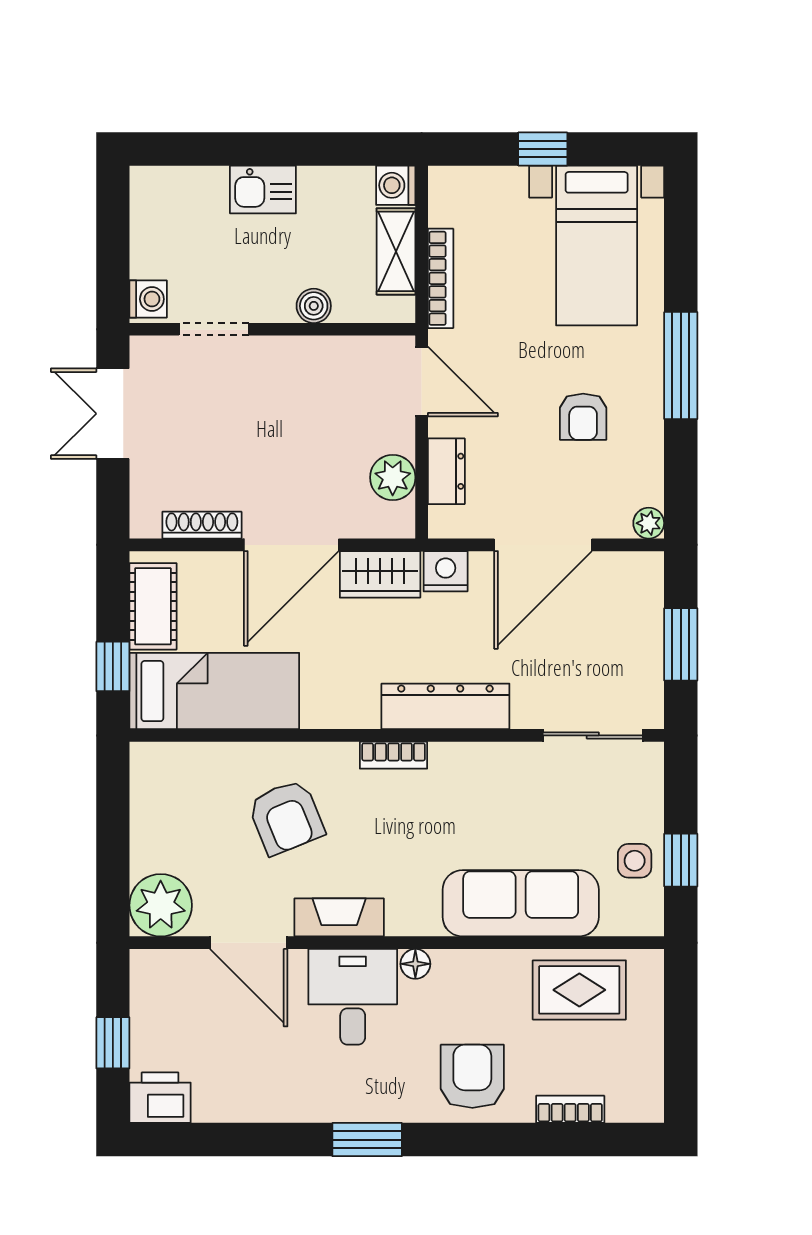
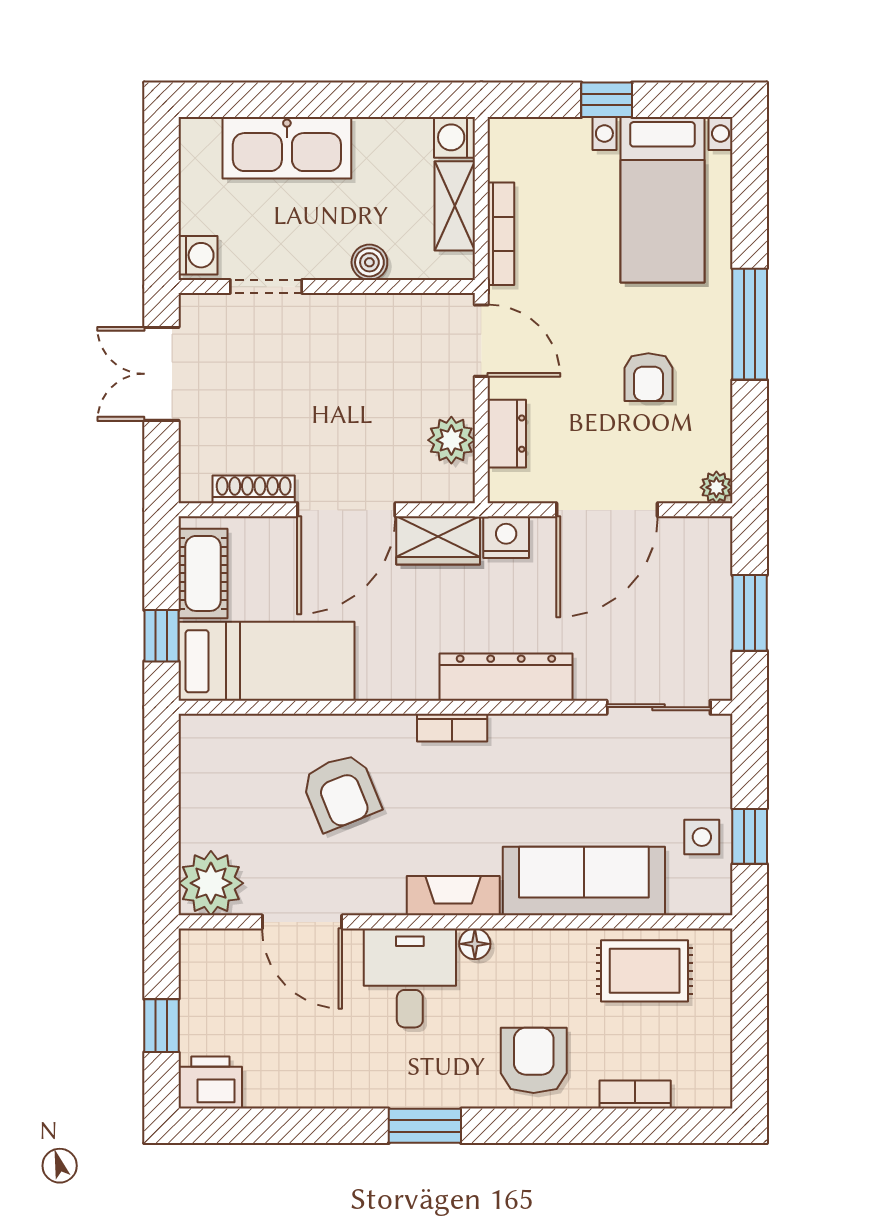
kitchen sink: (263, 190) -> (287, 148), width x1.87, depth x1.24
fireplace: (339, 917) -> (453, 896), moved

